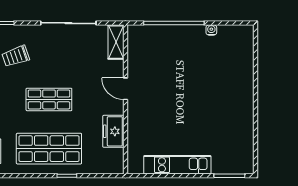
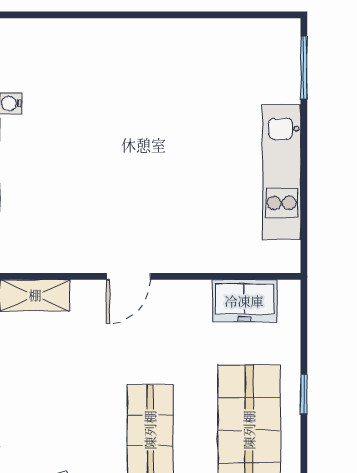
freezer: (113, 131) -> (244, 301), moved

